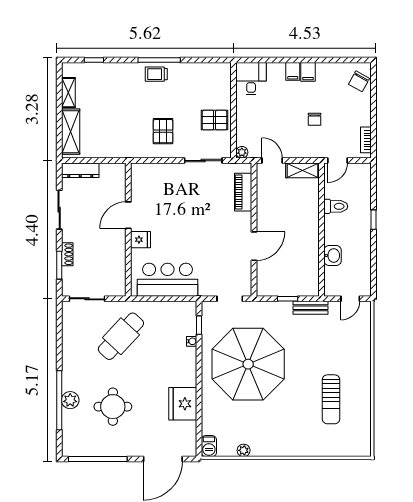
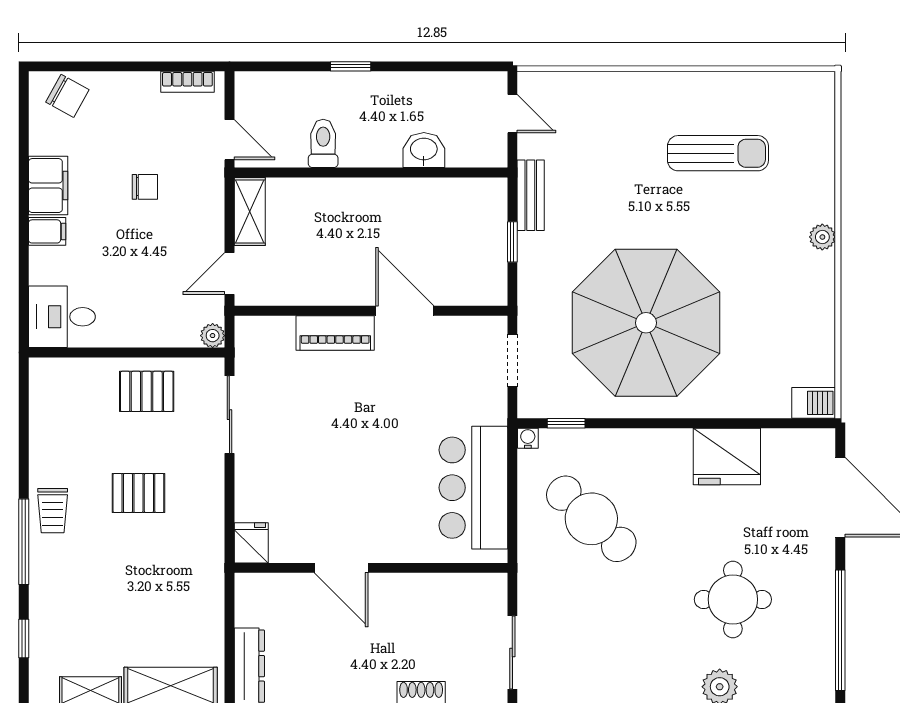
window: (159, 60) -> (24, 542), moved
filing cabinet: (308, 72) -> (48, 186), width x2.00
pallet: (215, 120) -> (147, 391), turned 90
pallet: (163, 131) -> (138, 493), moved
piano: (243, 192) -> (335, 333), moved
fridge: (141, 240) -> (251, 543), moved
cafe table: (121, 336) -> (591, 519), moved
water cooler: (192, 341) -> (528, 438), moved
plant: (244, 450) -> (822, 237), moved

